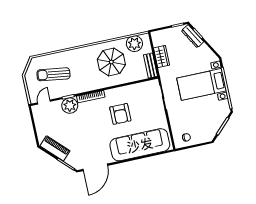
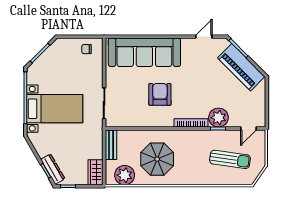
wardrobe: (161, 57) -> (95, 172), moved
piano: (55, 148) -> (241, 67), width x1.37, depth x1.33
door: (95, 167) -> (204, 37), width x0.53

